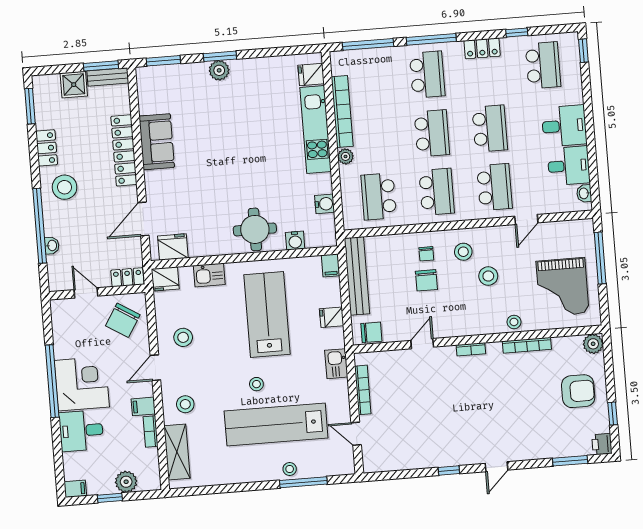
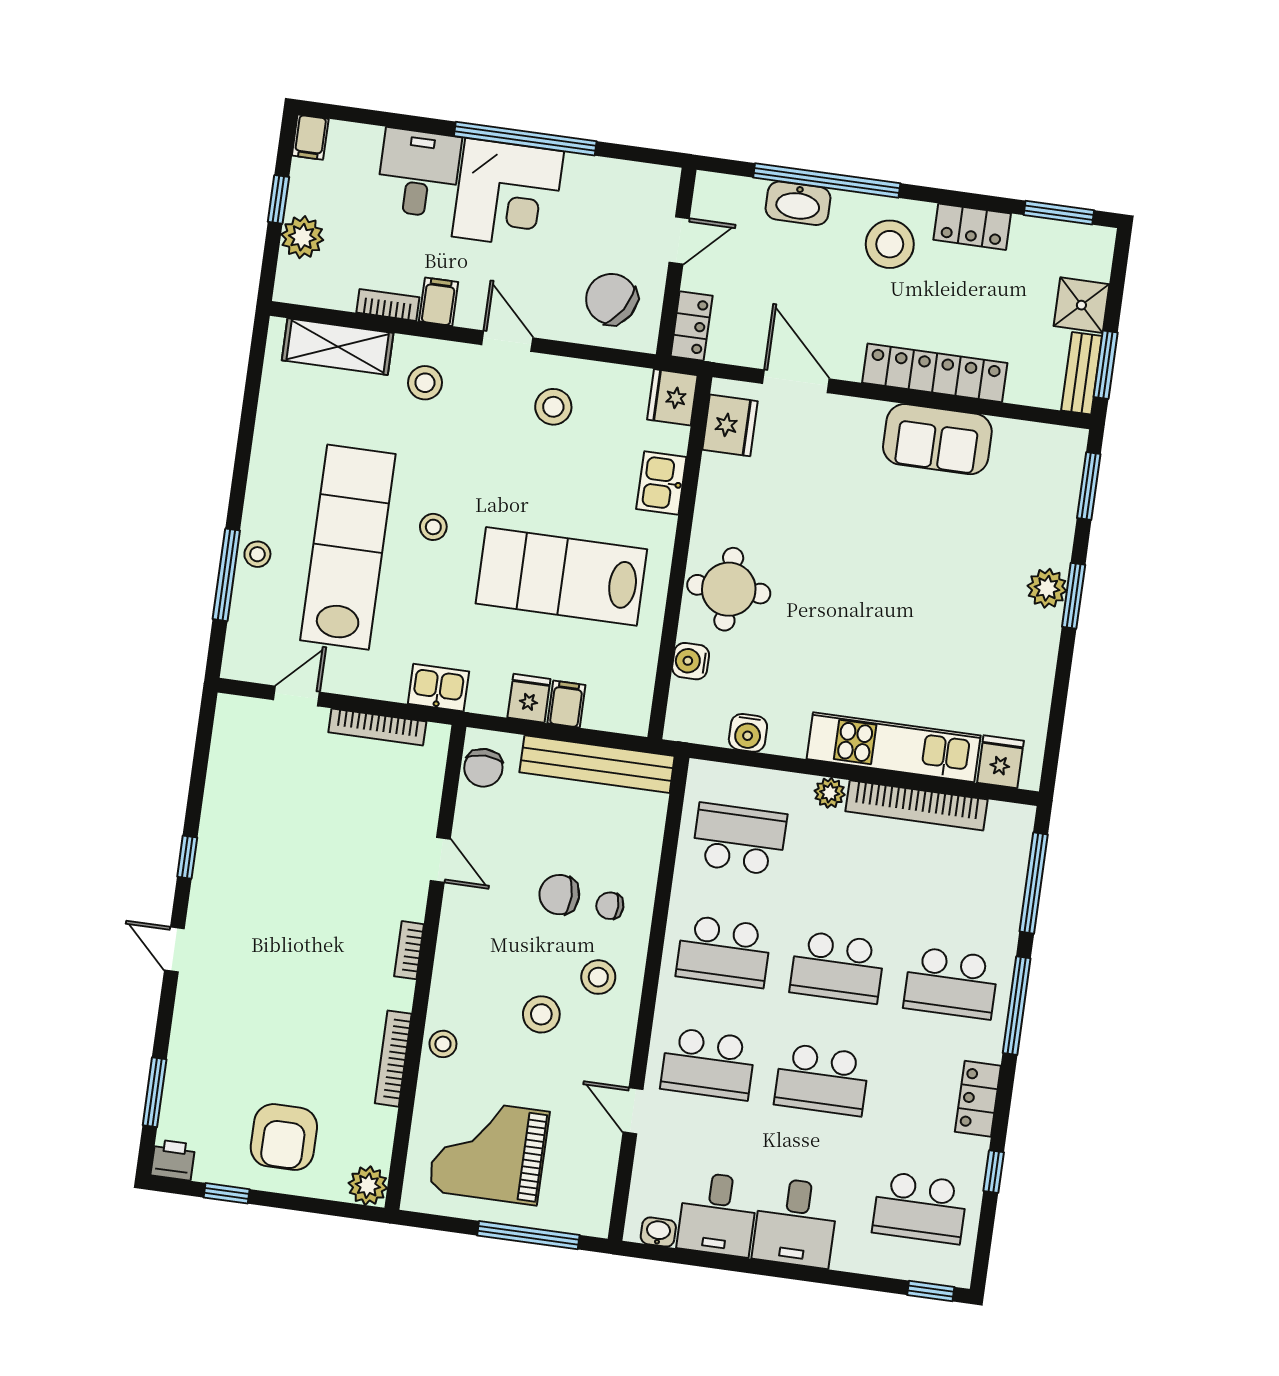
washbasin: (52, 245) -> (798, 203), width x1.91, depth x1.45
filing cabinet: (330, 265) -> (566, 704), moved, turned 90
lab bench: (267, 315) -> (561, 576), turned 180

